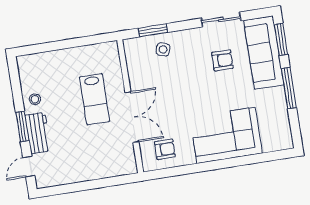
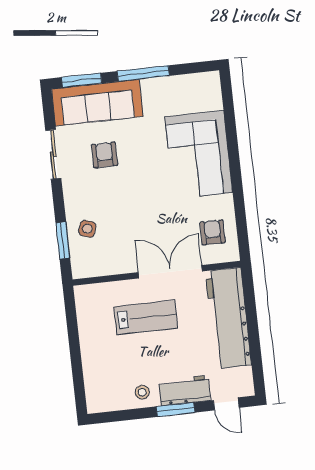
workbench: (97, 165) -> (228, 318), added

